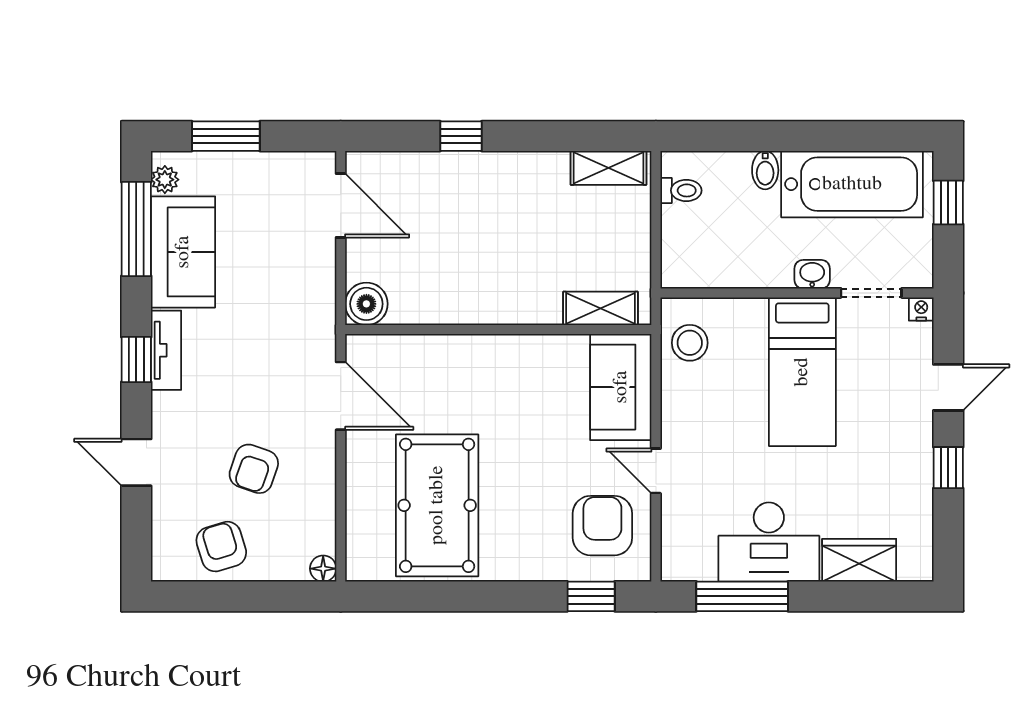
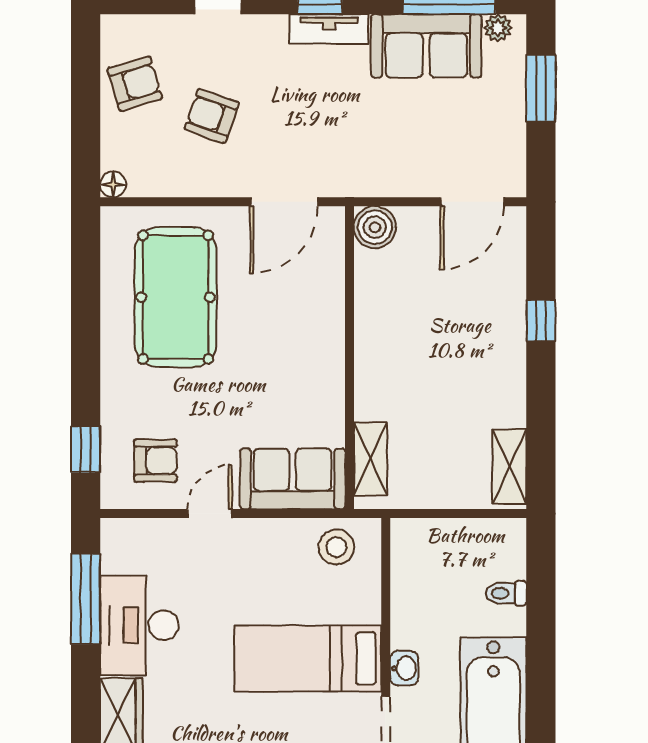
bidet: (765, 170) -> (507, 622), removed
toilet: (681, 190) -> (506, 593), moved, turned 90
pool table: (437, 505) -> (176, 297), turned 90
armchair: (602, 526) -> (156, 461), width x0.72, depth x0.72

